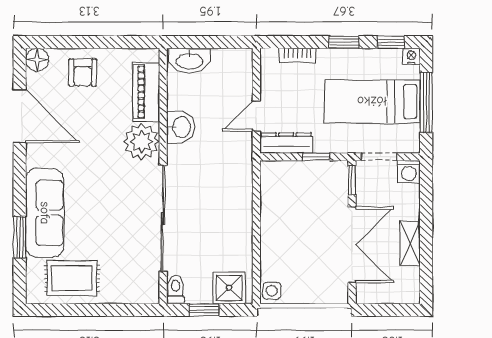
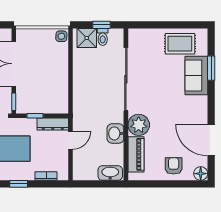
sofa: (45, 213) -> (196, 76), width x0.73
toilet: (176, 290) -> (103, 37), moved

